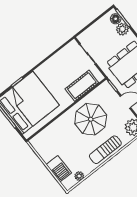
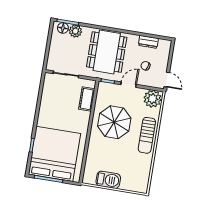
cot: (82, 86) -> (87, 99), width x0.73, depth x0.75
barbecue: (59, 169) -> (108, 180), moved
plant: (79, 176) -> (145, 174), removed

